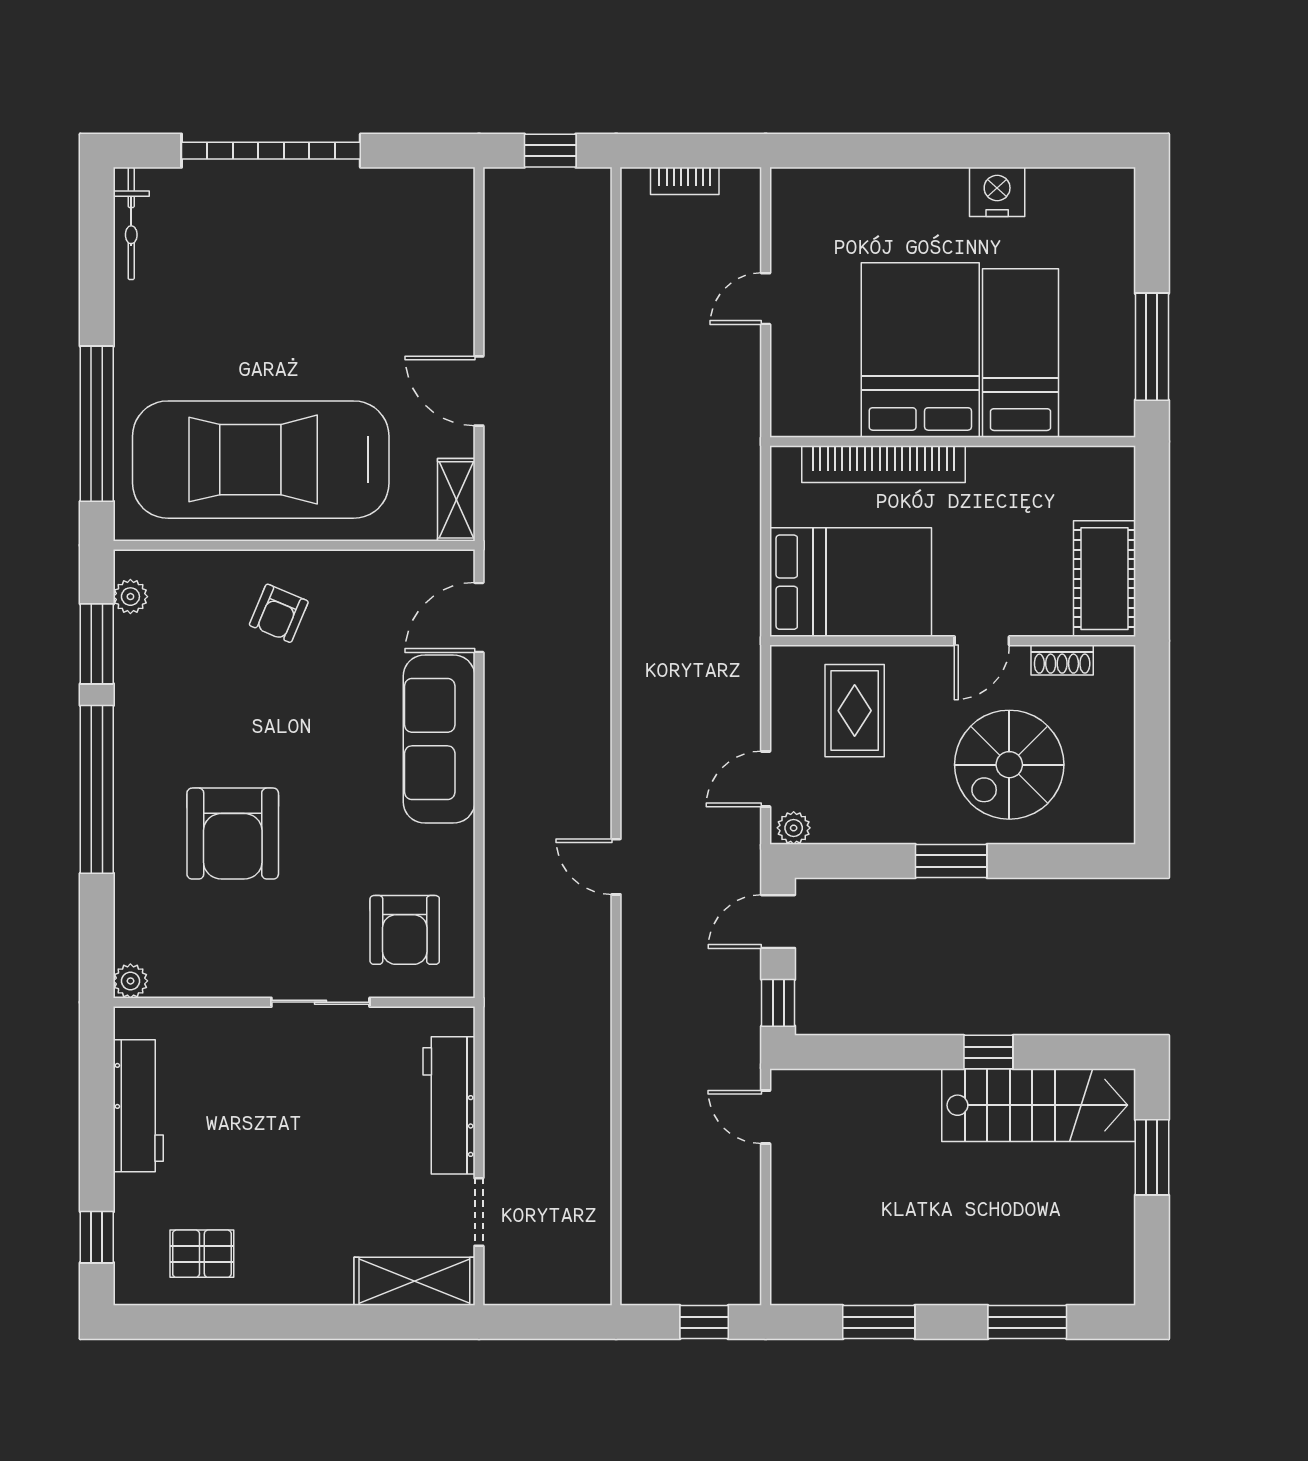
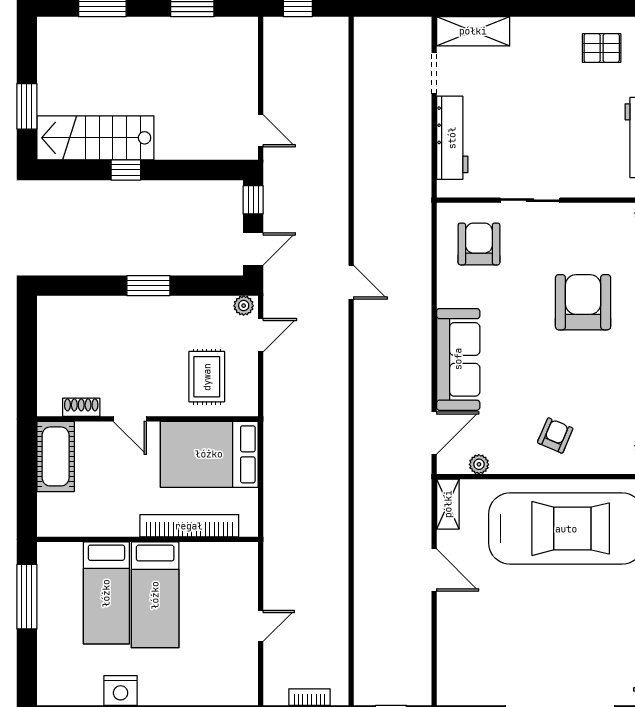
bed: (920, 350) -> (155, 595), width x0.67
plant: (405, 566) -> (479, 464), added
door: (982, 641) -> (130, 419), swing flipped
spiral stairs: (1009, 765) -> (113, 344), removed

